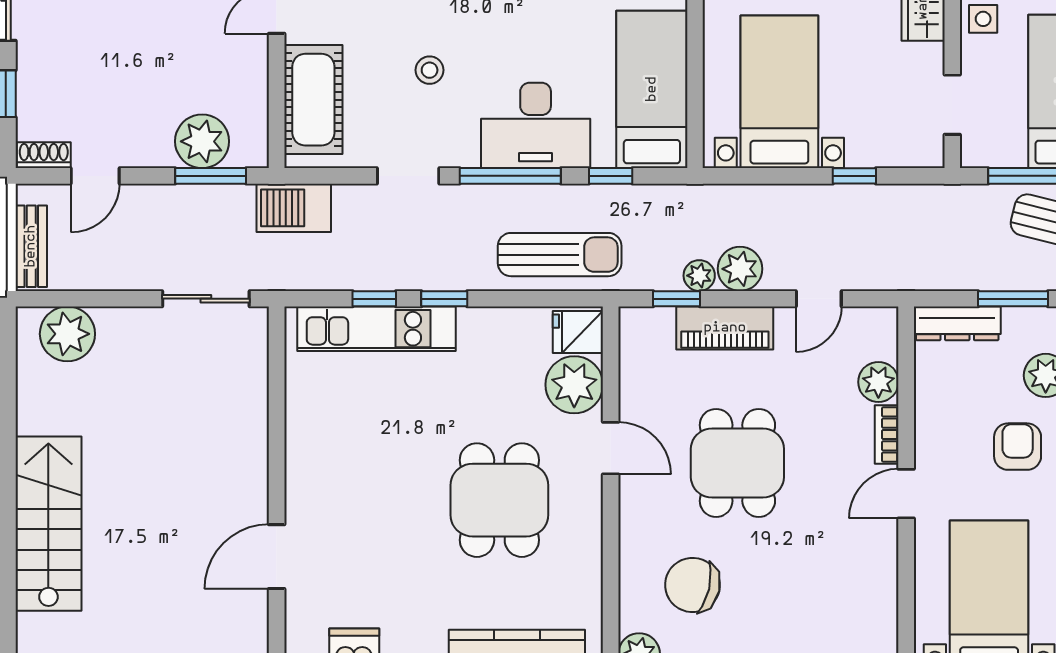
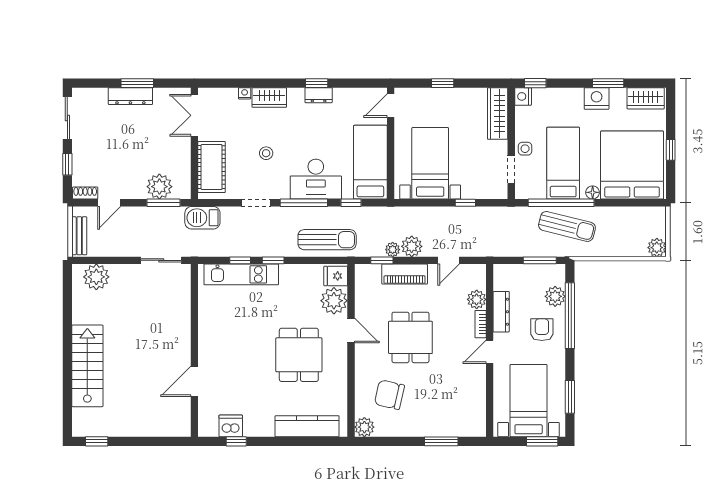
side table: (983, 19) -> (525, 149), moved
dresser: (957, 323) -> (501, 312), moved, turned -90

